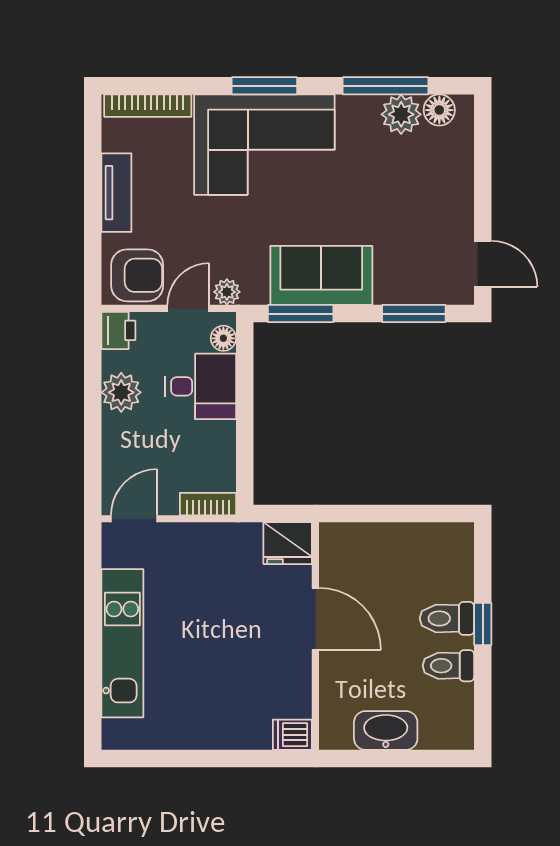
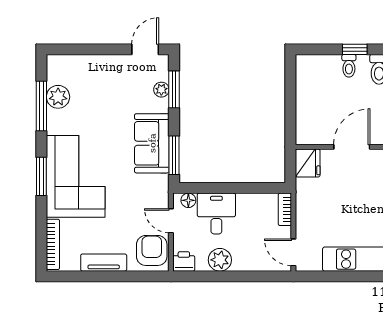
floor lamp: (439, 110) -> (56, 75), removed
plant: (227, 292) -> (161, 90), moved
toilet: (447, 618) -> (349, 66), width x0.73, depth x0.72

